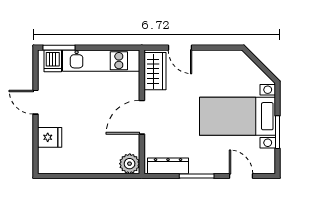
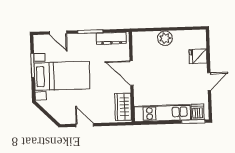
door: (180, 48) -> (85, 125), moved
door: (35, 102) -> (209, 82), hinge flipped
door: (142, 117) -> (132, 73), swing flipped
plant: (130, 164) -> (165, 38), moved

